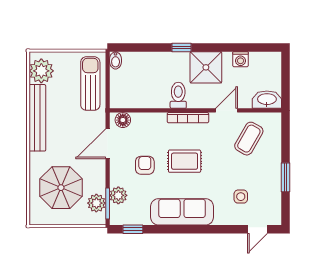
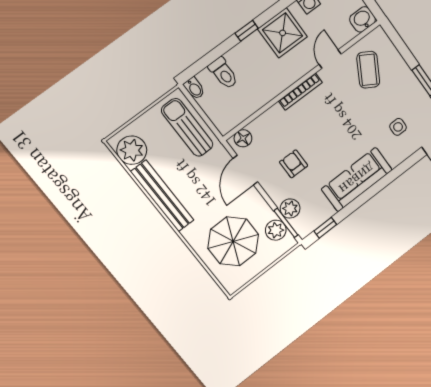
toilet: (178, 95) -> (223, 73), moved, turned 180
washbasin: (267, 100) -> (363, 19), width x0.72
rug: (185, 161) -> (326, 133), removed

